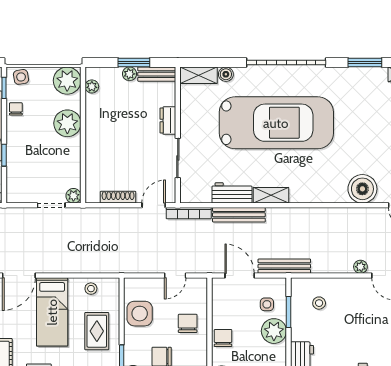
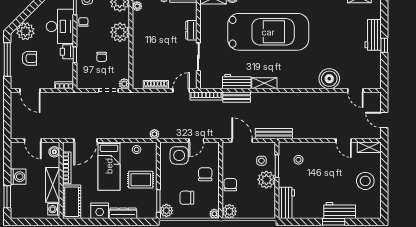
chair: (42, 158) -> (102, 57), added
bench: (239, 215) -> (237, 97), width x0.73
plant: (360, 267) -> (154, 134), moved
side table: (140, 314) -> (179, 155), moved
rug: (97, 331) -> (141, 180), turned 90

